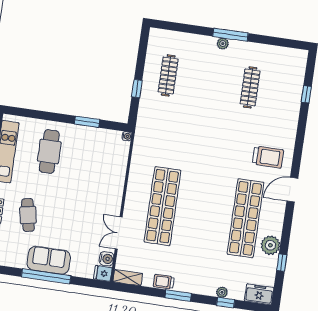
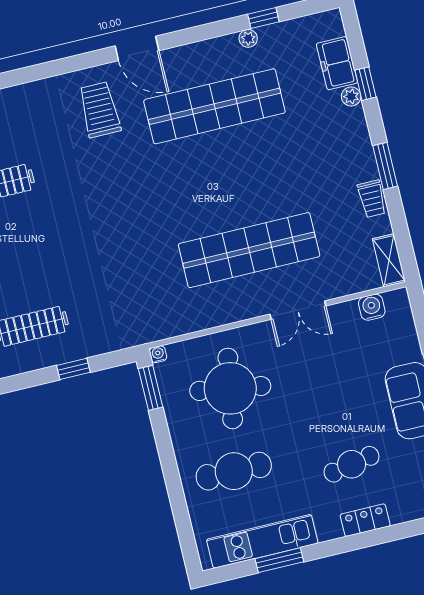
window: (87, 122) -> (151, 388), moved
round table: (94, 167) -> (230, 388), added
double door: (119, 233) -> (298, 310), moved
plant: (270, 245) -> (248, 38), width x0.53, depth x0.53
fridge: (103, 273) -> (398, 304), removed
freezer: (259, 294) -> (337, 63), moved

